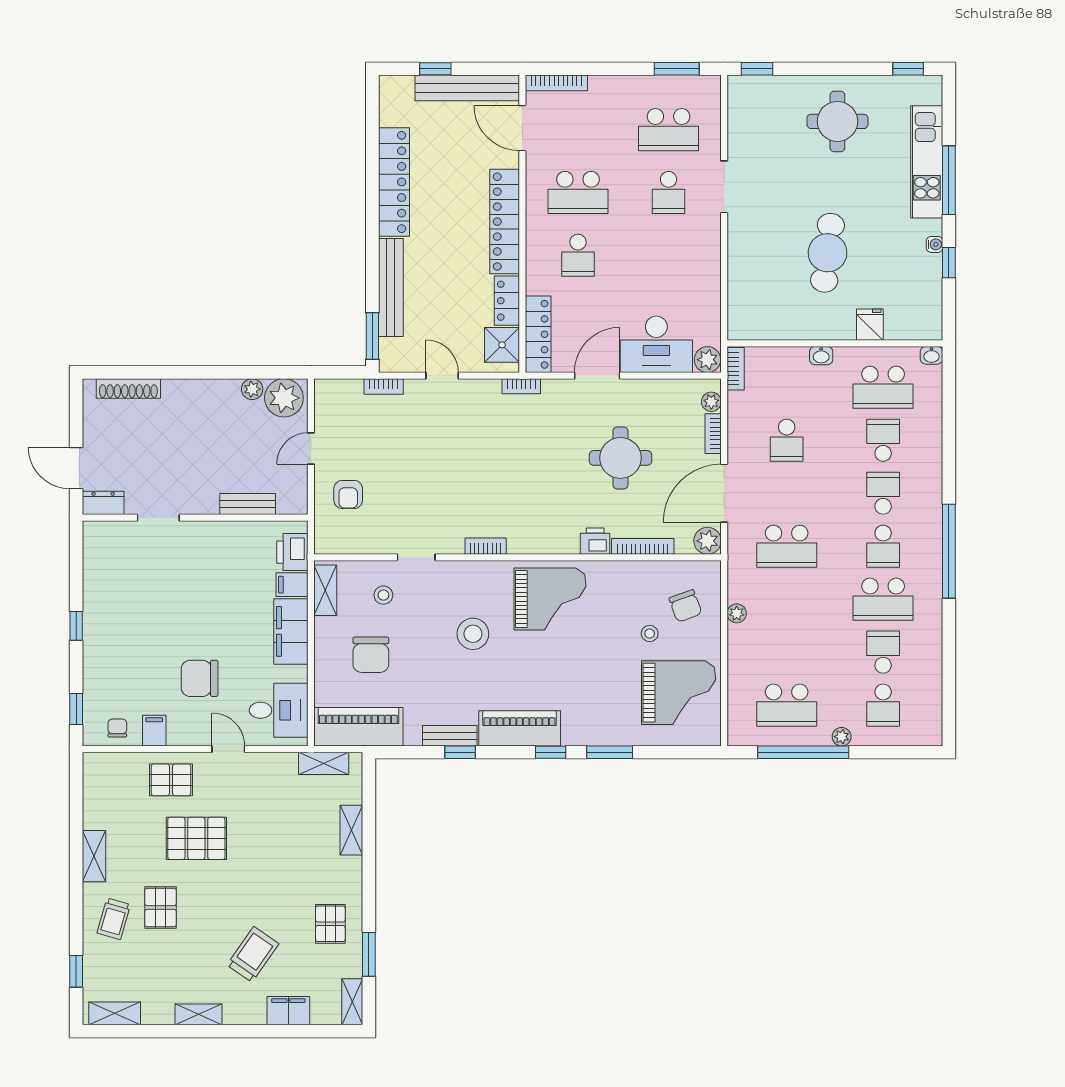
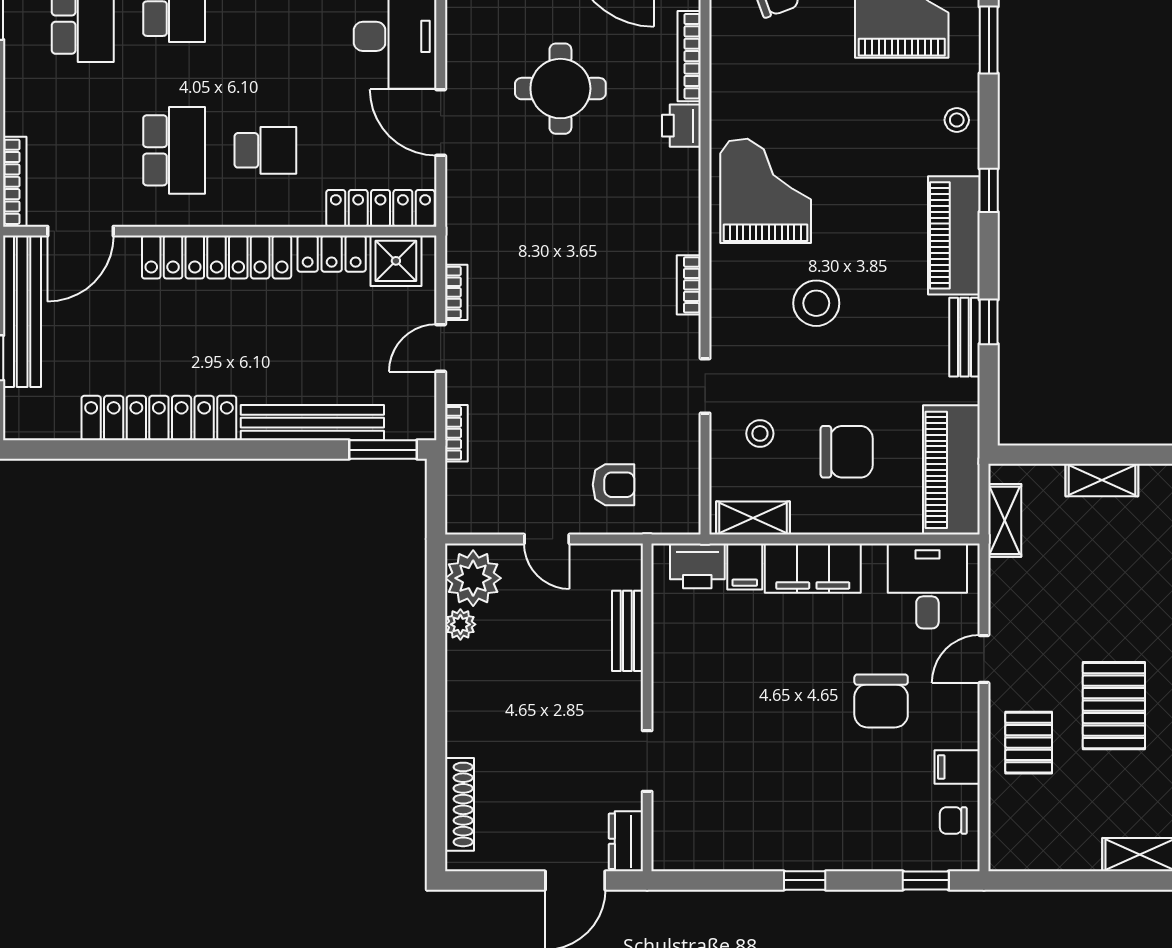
bookcase: (521, 386) -> (456, 292), moved
stool: (650, 634) -> (957, 120), moved
window: (610, 752) -> (989, 40), moved

